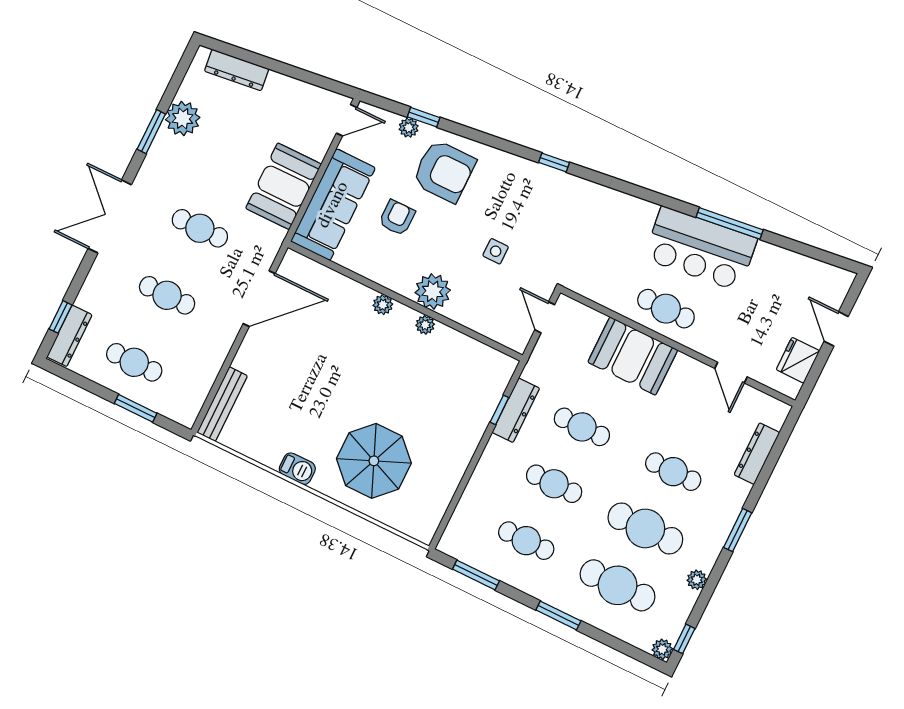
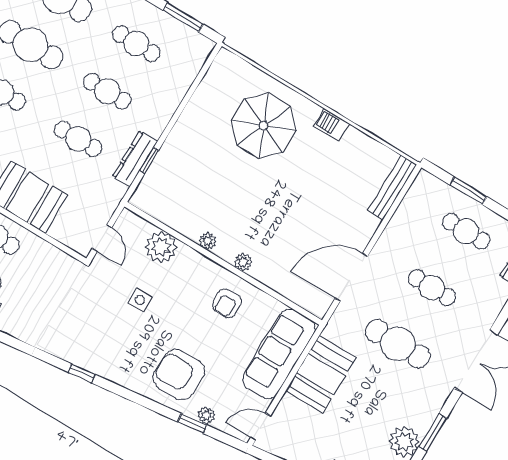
armchair: (397, 218) -> (227, 303), moved
cafe table: (200, 228) -> (398, 344), width x1.37, depth x1.35
plant: (433, 291) -> (161, 247), moved

